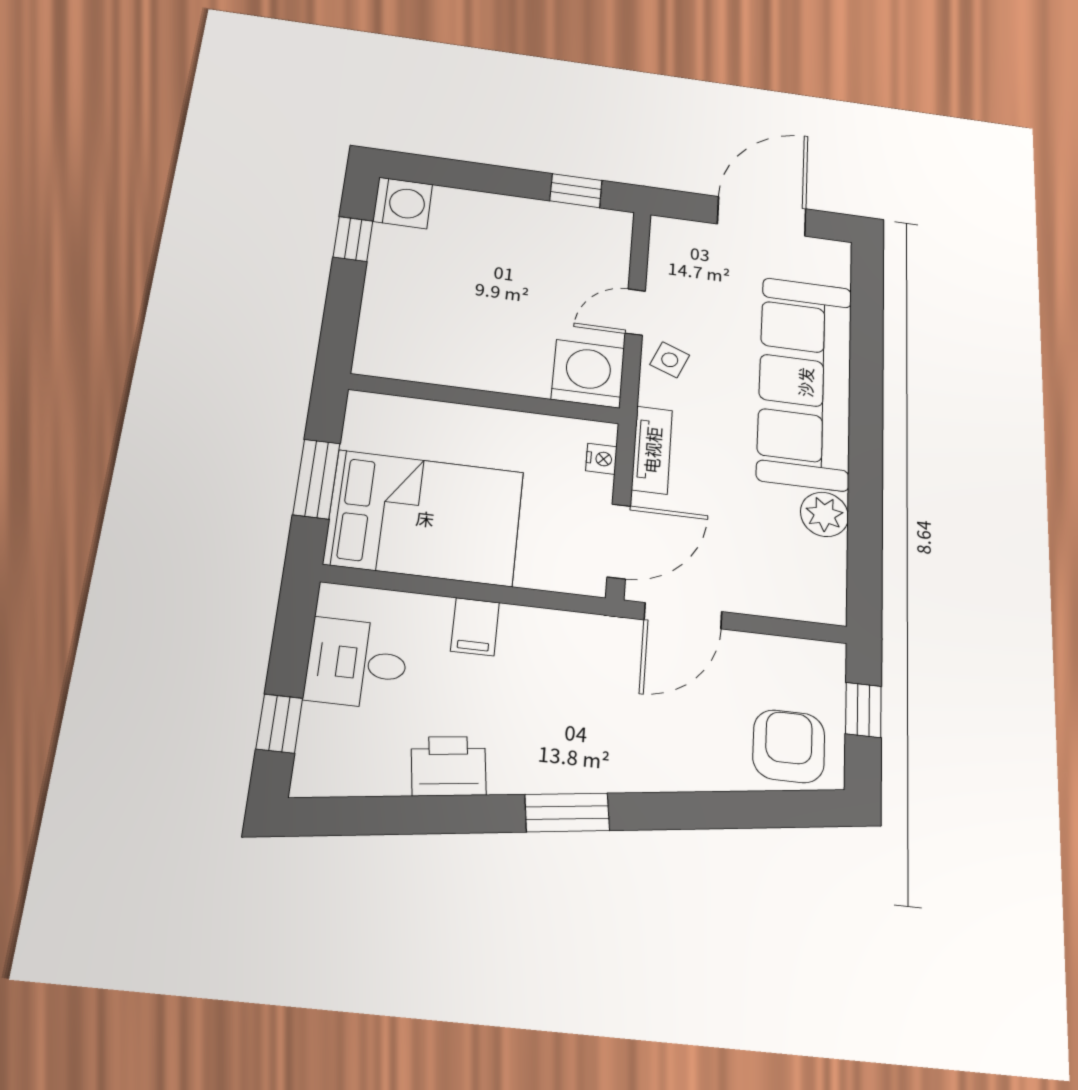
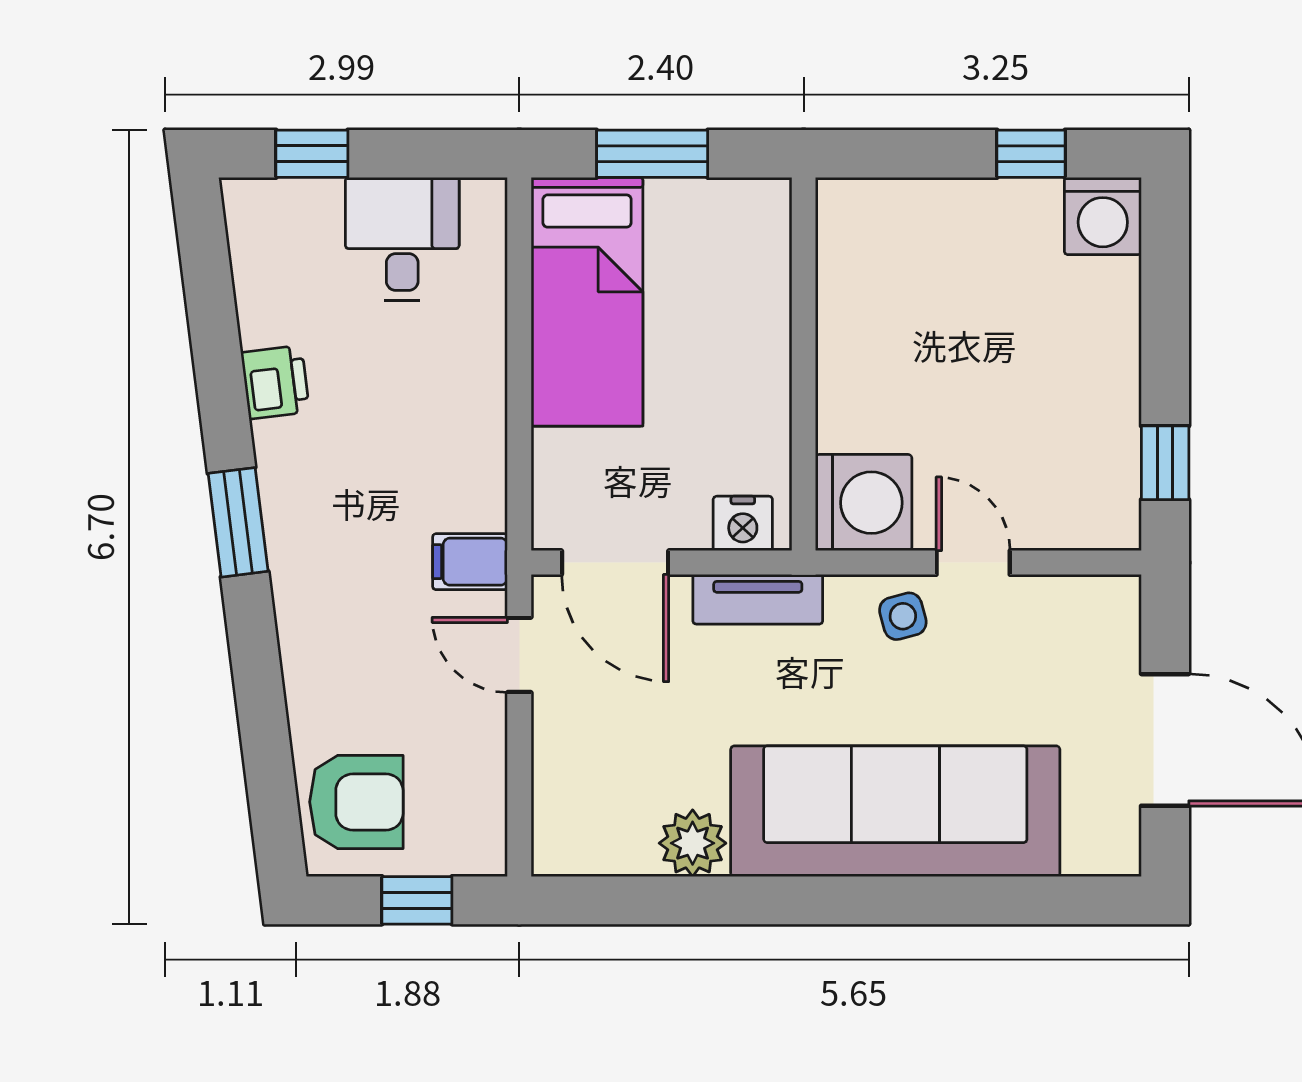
side table: (670, 360) -> (903, 616), turned -37
nightstand: (601, 459) -> (743, 523), width x1.39, depth x1.35
bed: (425, 518) -> (587, 302), width x0.67
door: (683, 616) -> (519, 655), width x0.73
filing cabinet: (475, 627) -> (470, 562), moved
printer: (449, 766) -> (275, 382), width x0.73, depth x0.81

